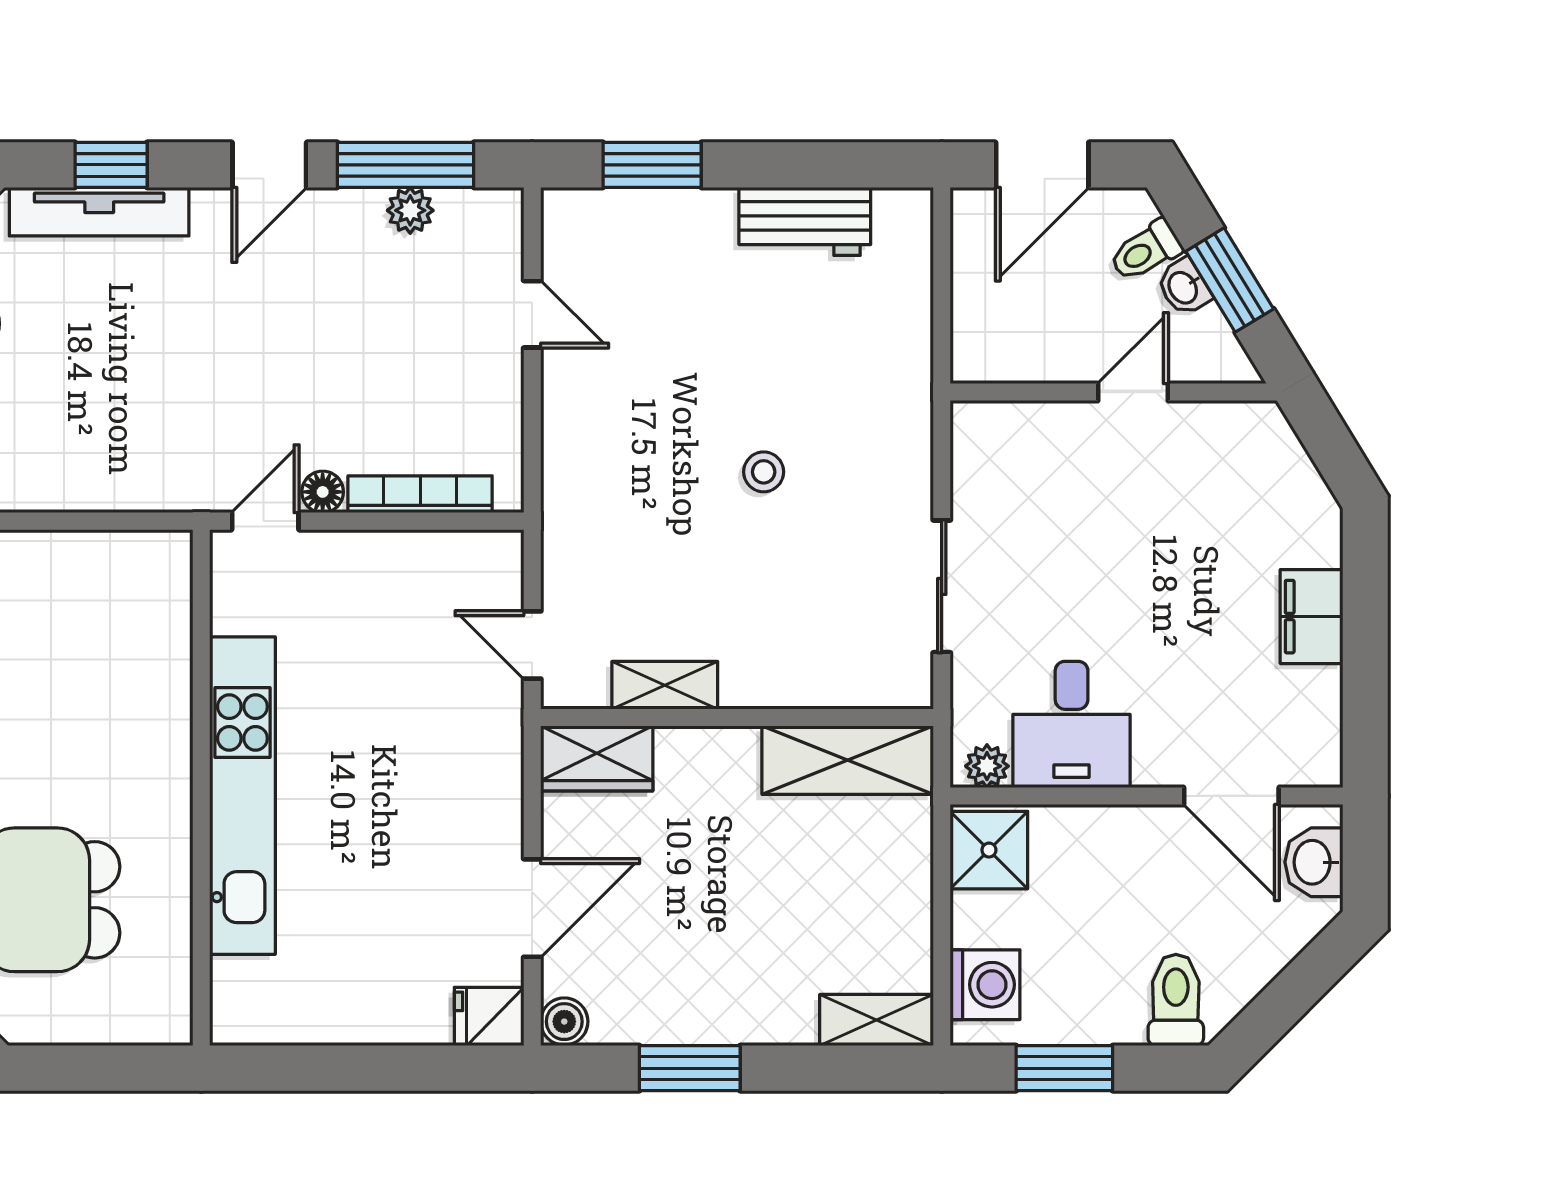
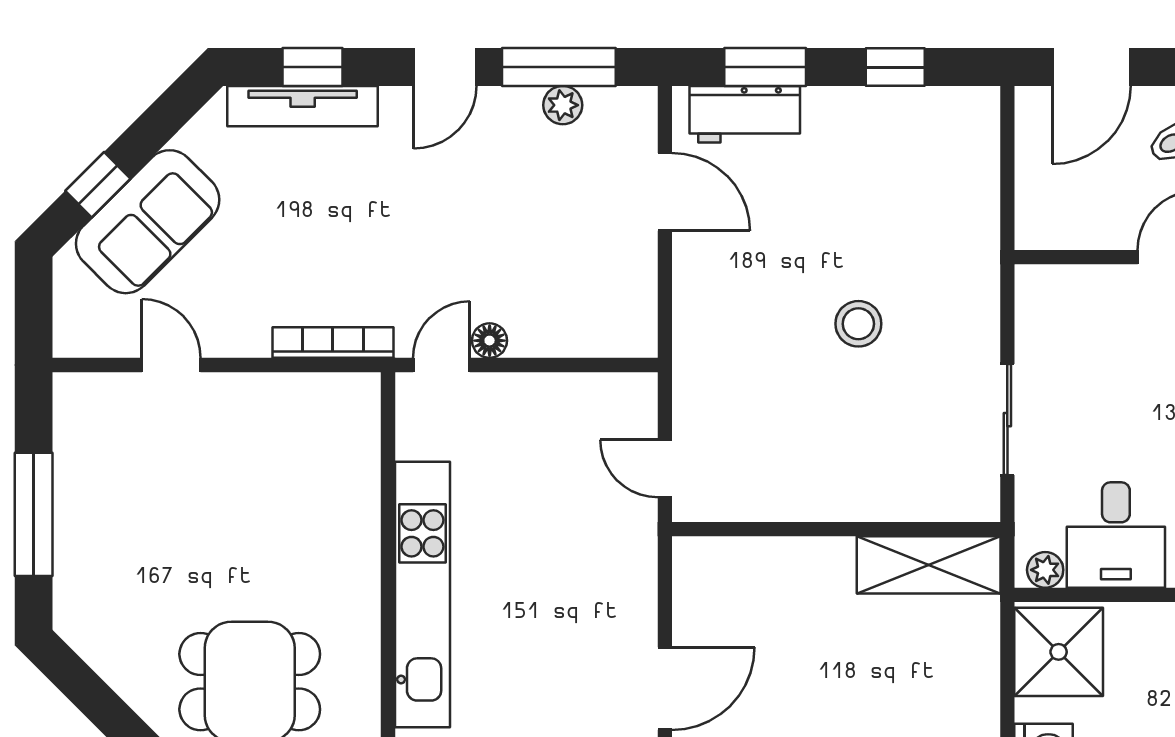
window: (808, 165) -> (895, 67), added
workbench: (805, 221) -> (745, 114), moved
door: (532, 314) -> (665, 192), width x1.38
stool: (764, 472) -> (858, 324), width x1.37, depth x1.37
bookcase: (420, 494) -> (333, 342), moved
shelving: (665, 685) -> (776, 502), removed
wardrobe: (597, 758) -> (719, 563), removed
shower: (989, 850) -> (1059, 652), width x1.36, depth x1.36

